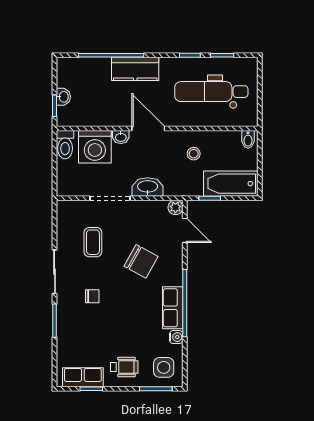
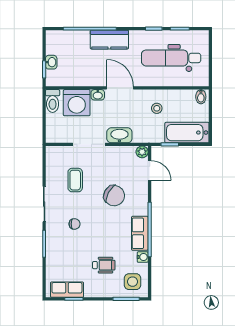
wheelchair: (124, 367) -> (104, 265), moved

